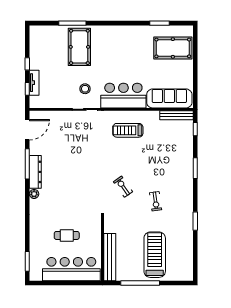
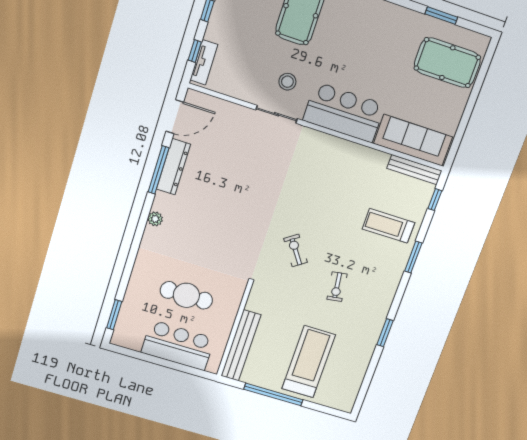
tv unit: (34, 83) -> (204, 62), moved
treadmill: (128, 130) -> (388, 226), moved
dresser: (35, 172) -> (173, 167), moved
cafe table: (67, 235) -> (186, 295), width x1.37, depth x1.35
bar counter: (71, 269) -> (178, 345), width x0.73

